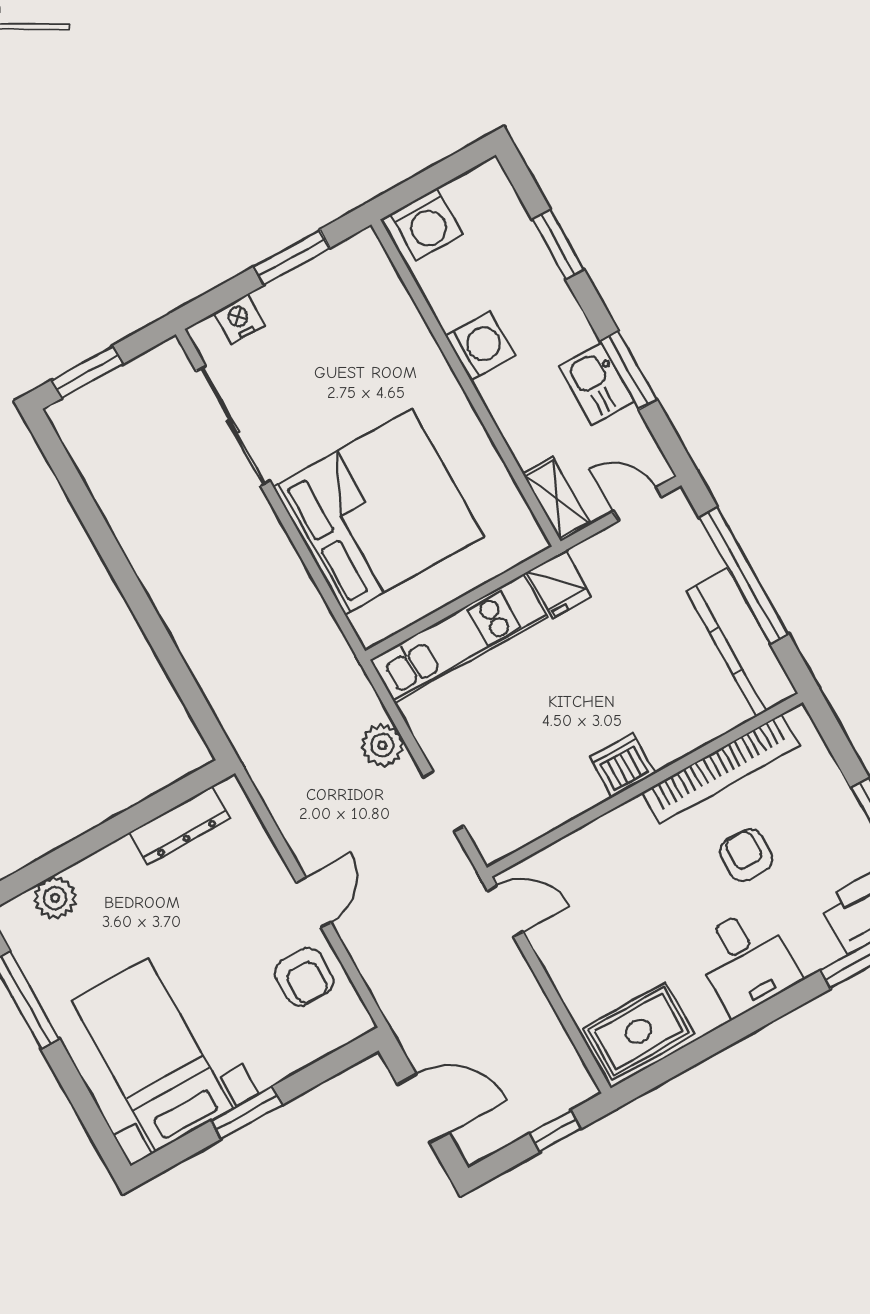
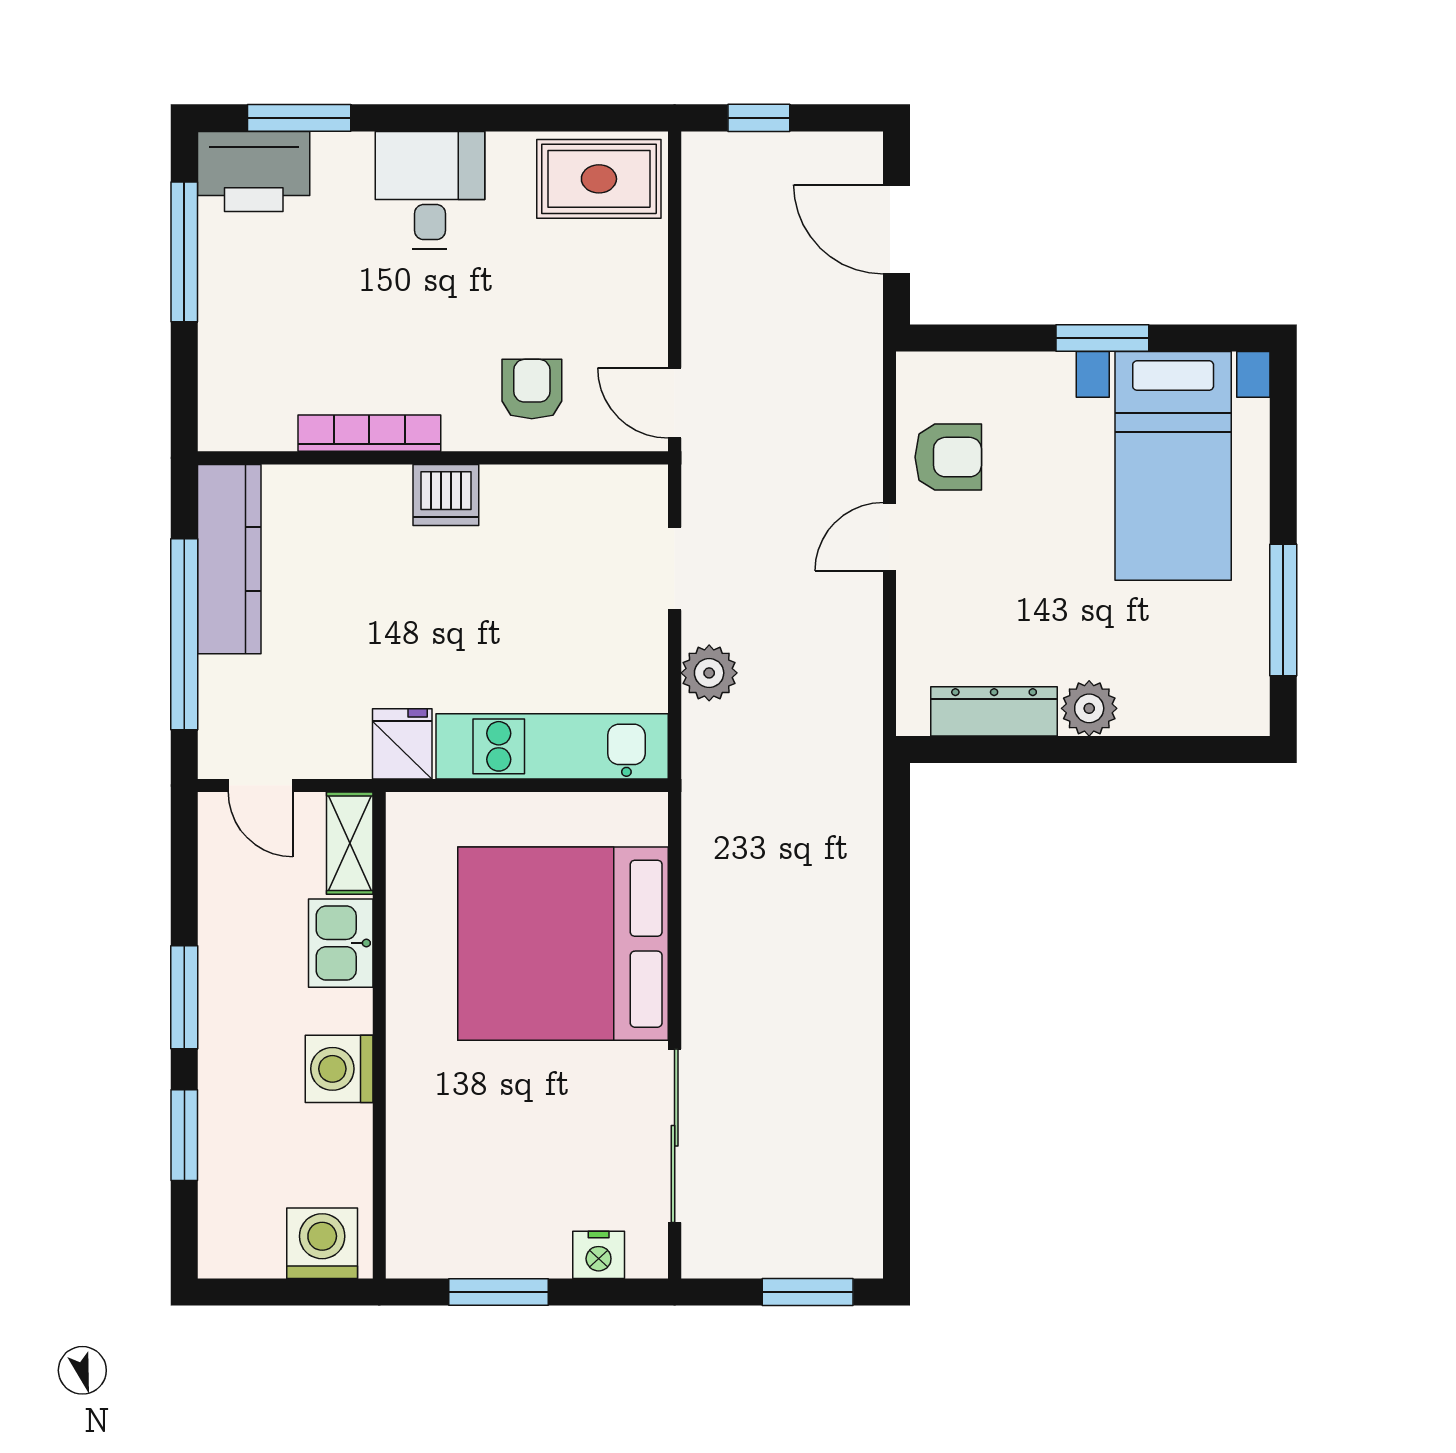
window: (629, 370) -> (184, 997), moved
kitchen sink: (597, 384) -> (341, 943), moved, turned 180
bookcase: (721, 769) -> (369, 433), width x0.68, depth x0.76
armchair: (746, 855) -> (532, 389), moved, turned 180
plant: (55, 898) -> (1089, 708), moved
armchair: (304, 977) -> (948, 457), turned 90

